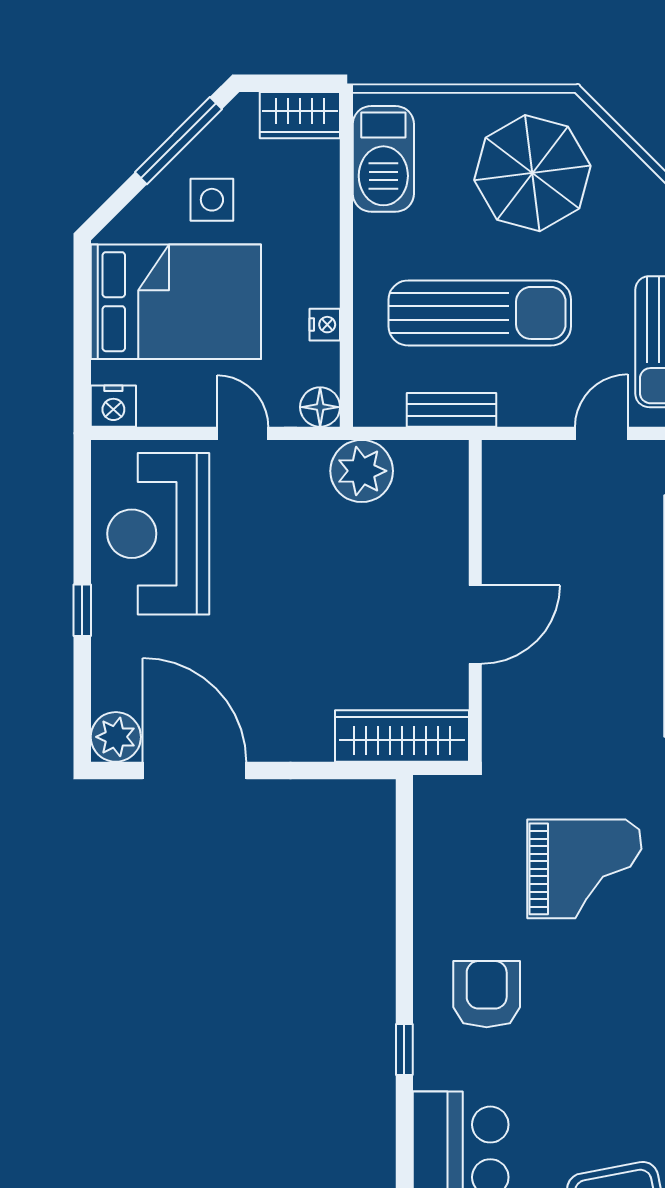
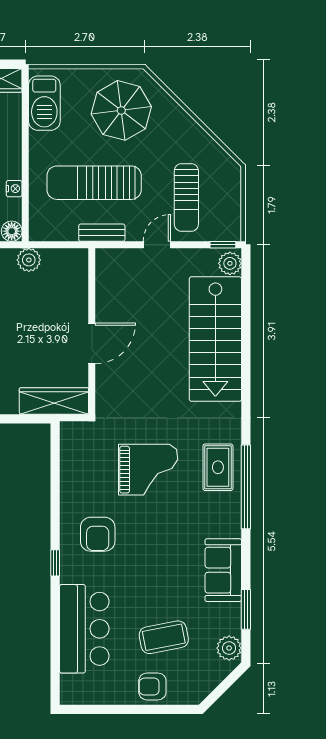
sun lounger: (480, 313) -> (94, 183), turned 180
bench: (452, 410) -> (102, 233), moved
plant: (362, 471) -> (29, 260), width x0.73, depth x0.73
armchair: (487, 994) -> (98, 534), turned 180

